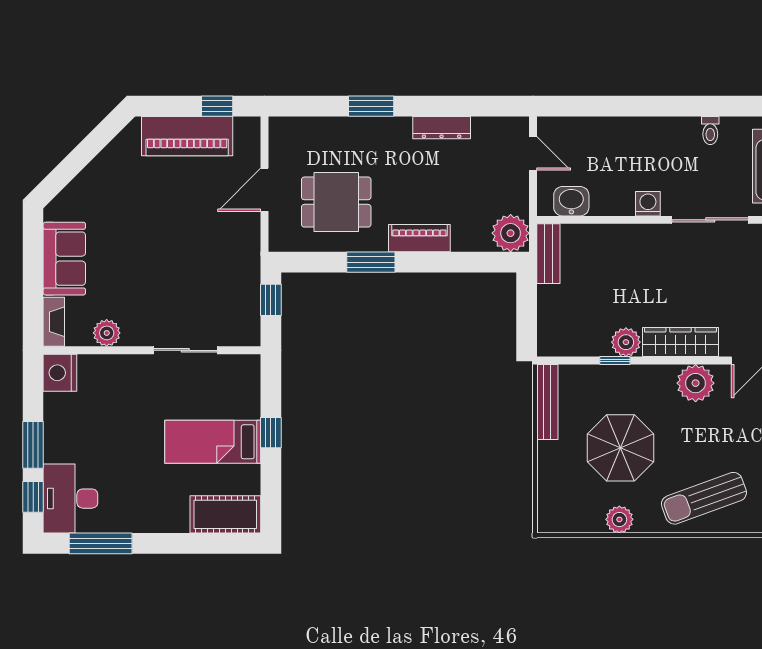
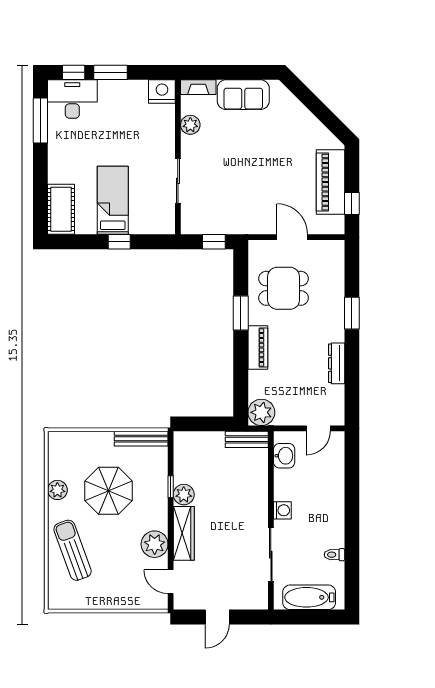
dining table: (336, 202) -> (284, 288), turned 90

